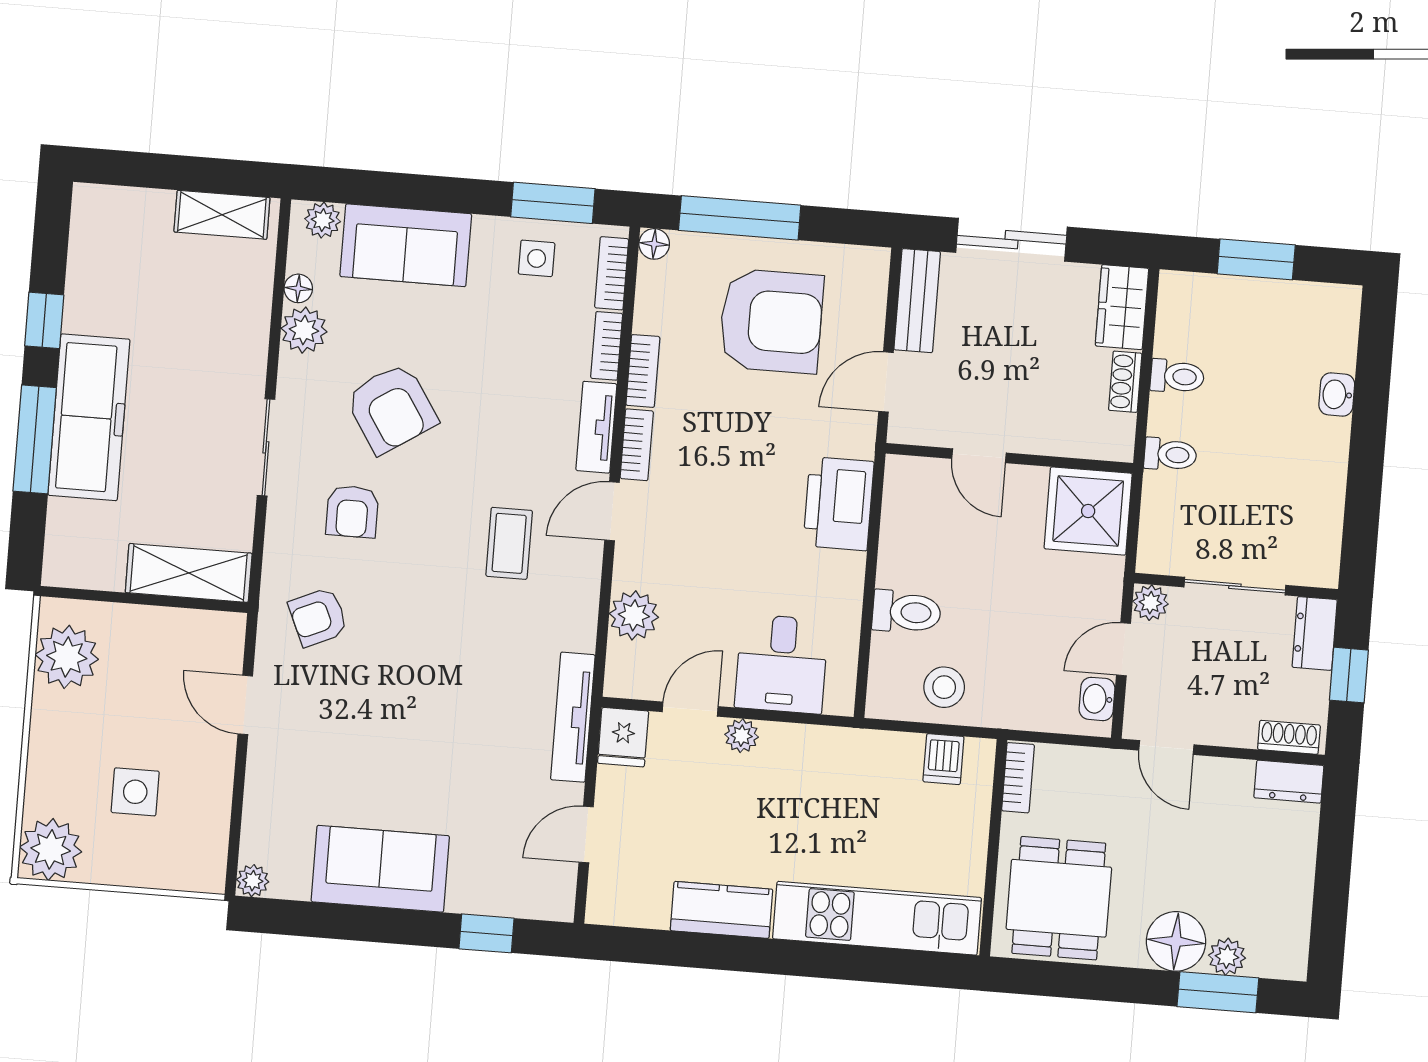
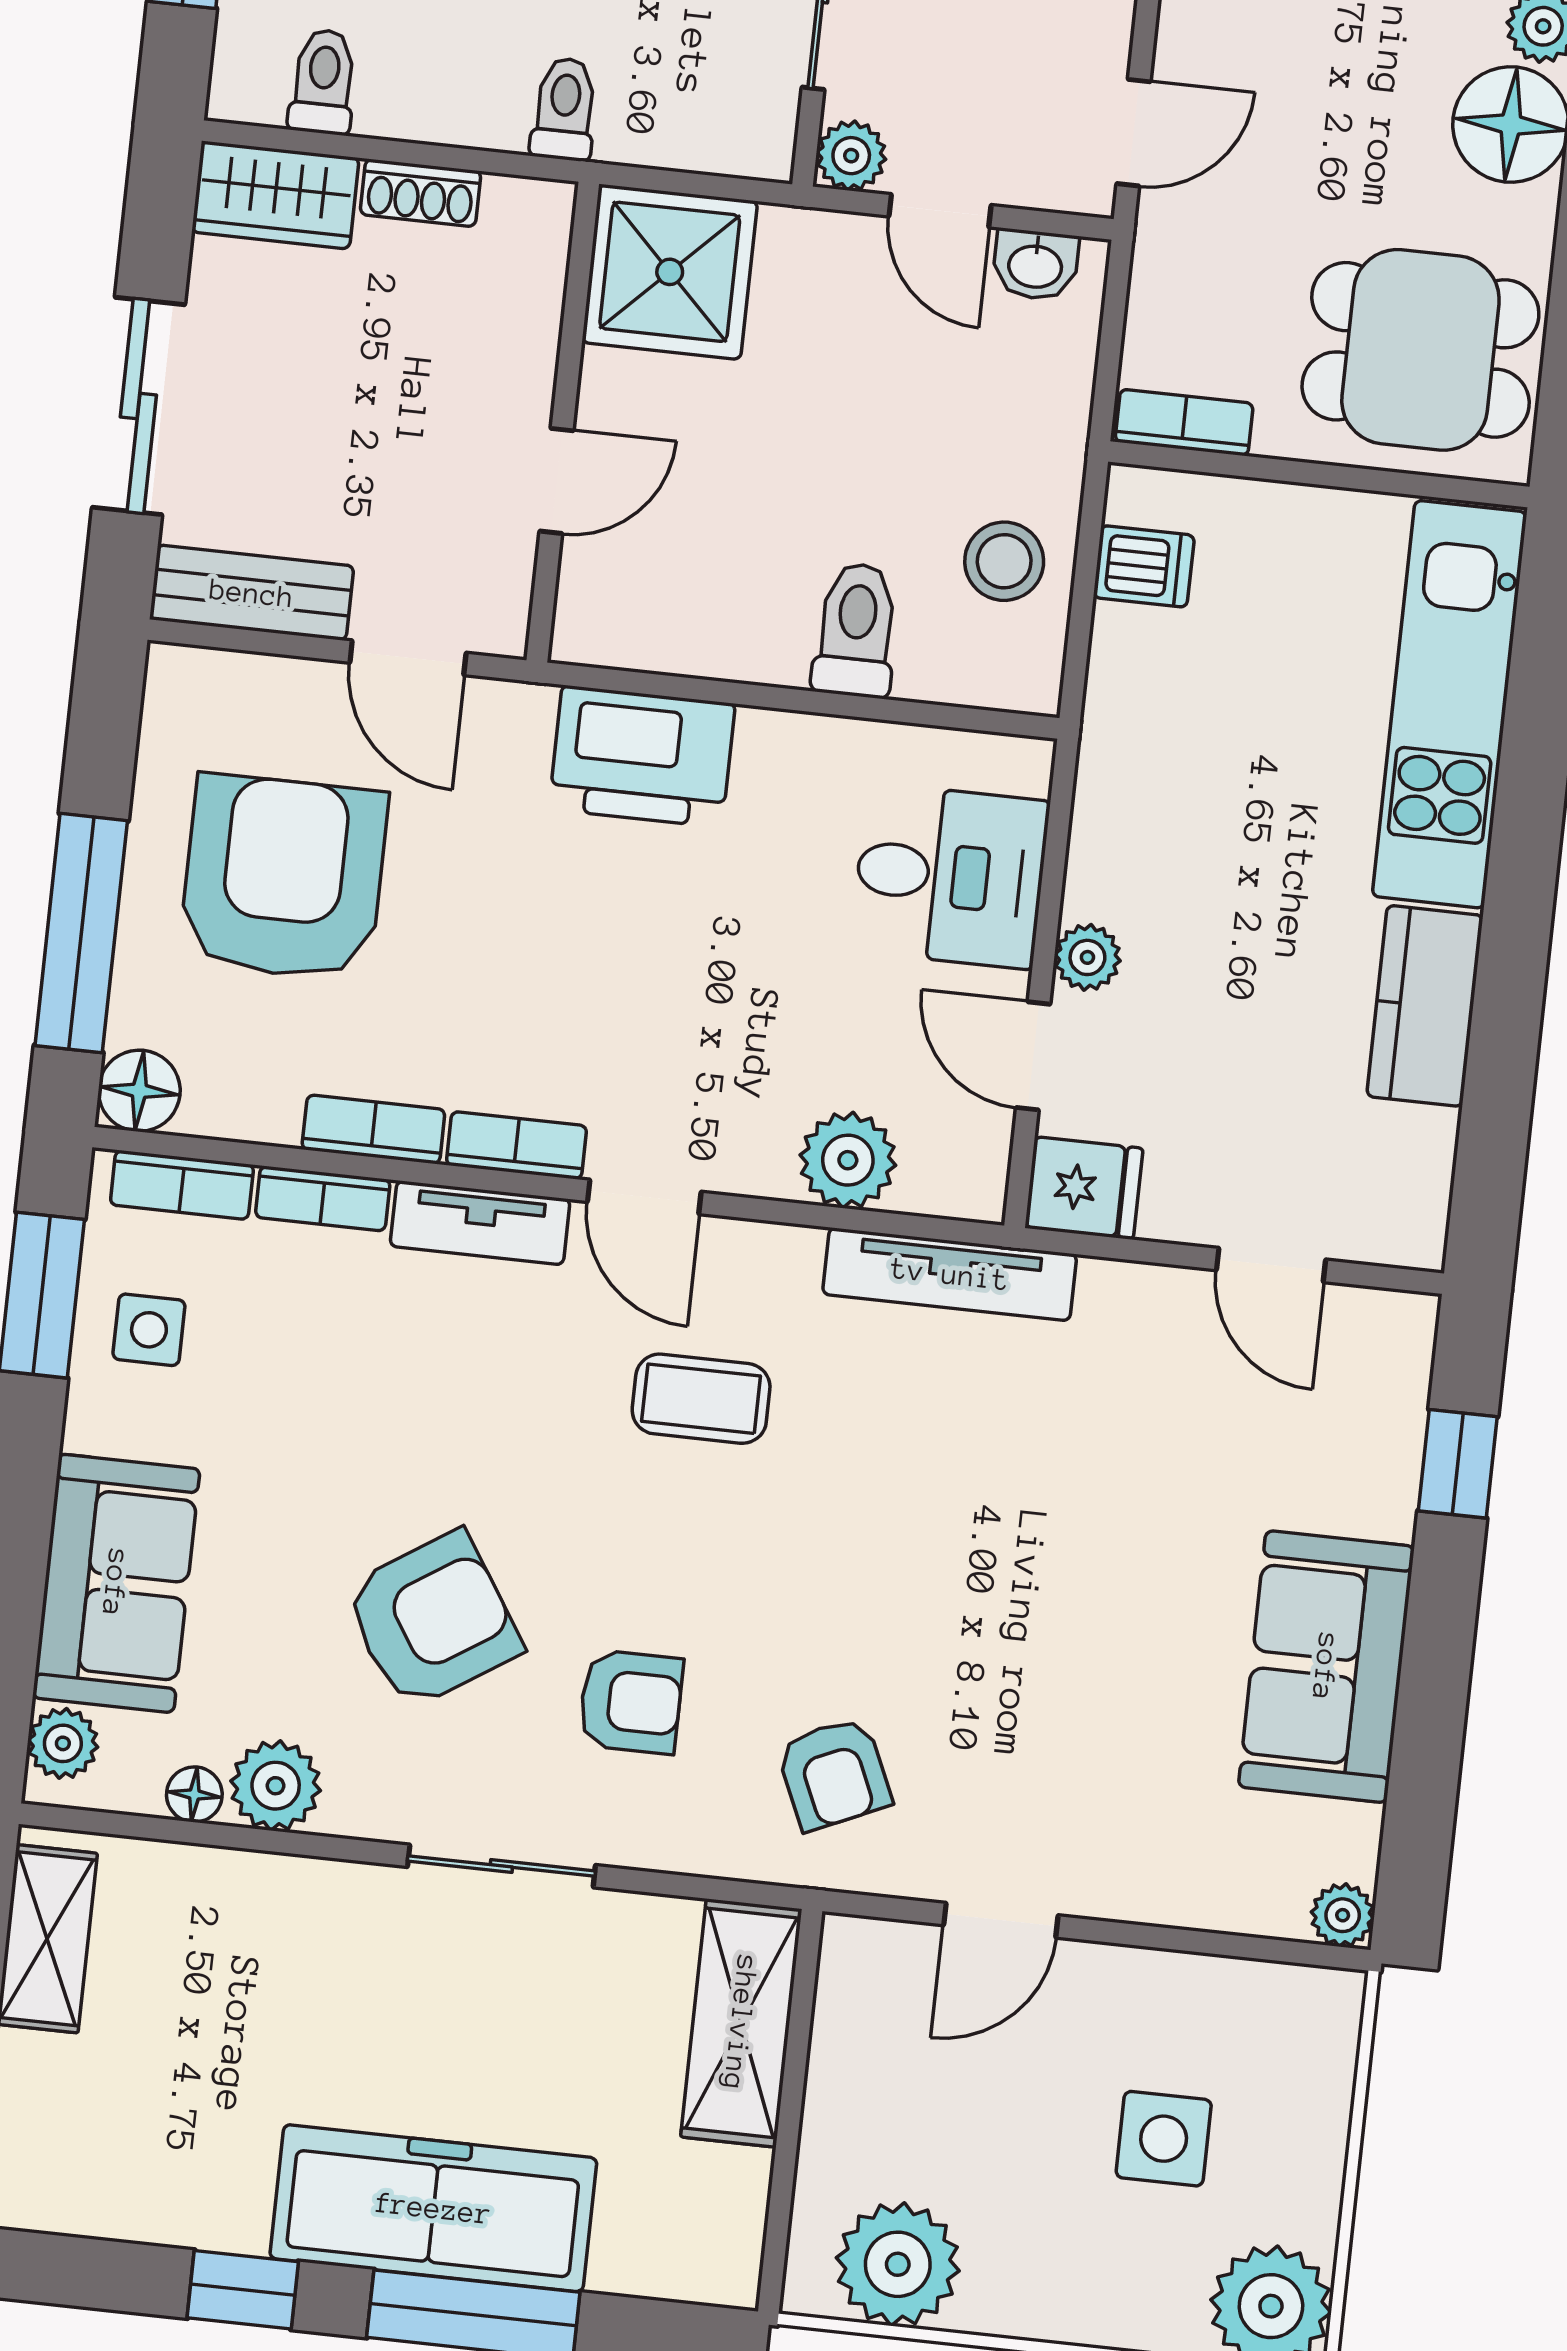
floor lamp: (654, 244) -> (139, 1091), width x1.37, depth x1.37
toilet: (1177, 376) -> (323, 82), moved
tv unit: (573, 717) -> (950, 1274), moved

